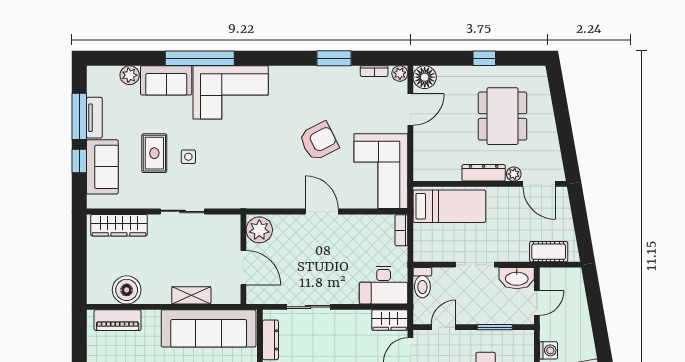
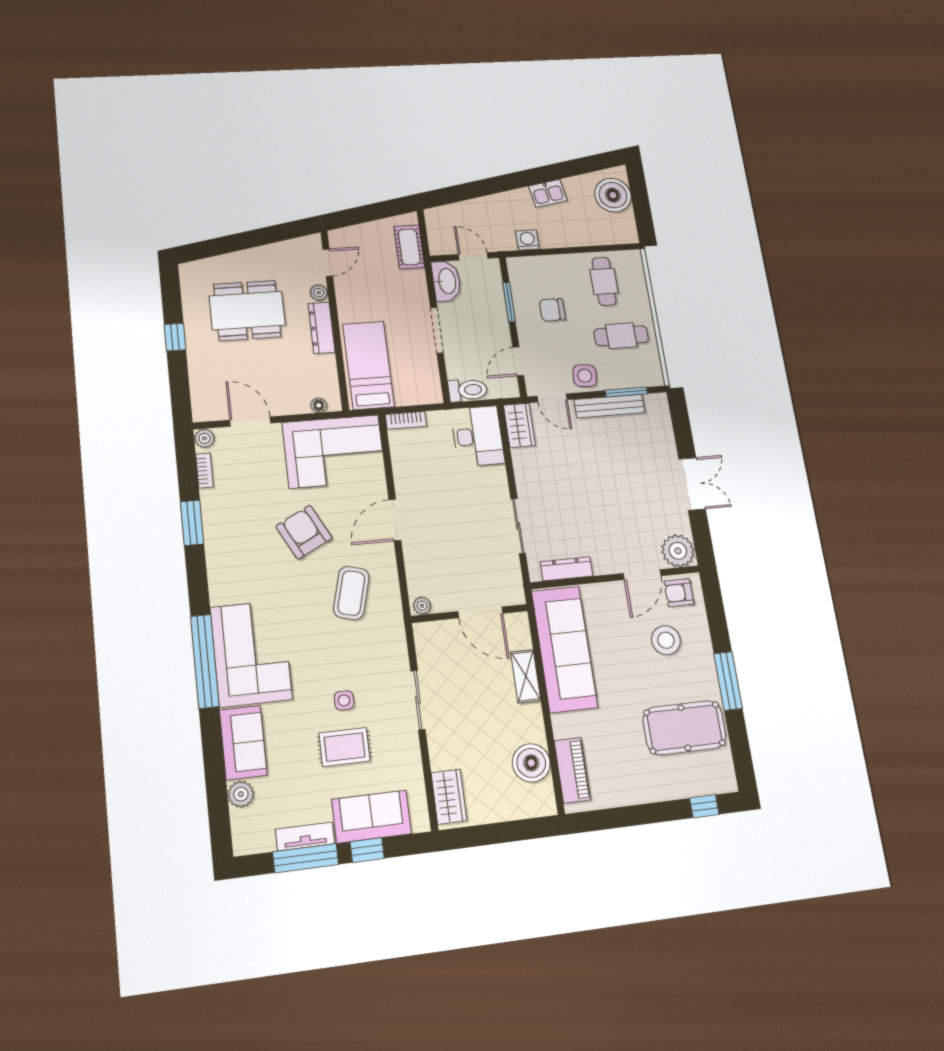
window: (200, 58) -> (205, 661), moved
floor lamp: (425, 77) -> (319, 405), moved, width x0.53, depth x0.53
coffee table: (268, 171) -> (351, 593), added
door: (539, 184) -> (328, 263), width x0.73
wardrobe: (119, 225) -> (449, 797), width x0.67
plant: (259, 230) -> (422, 606), width x0.53, depth x0.53
door: (243, 268) -> (480, 612), swing flipped
door: (443, 327) -> (518, 361), hinge flipped

